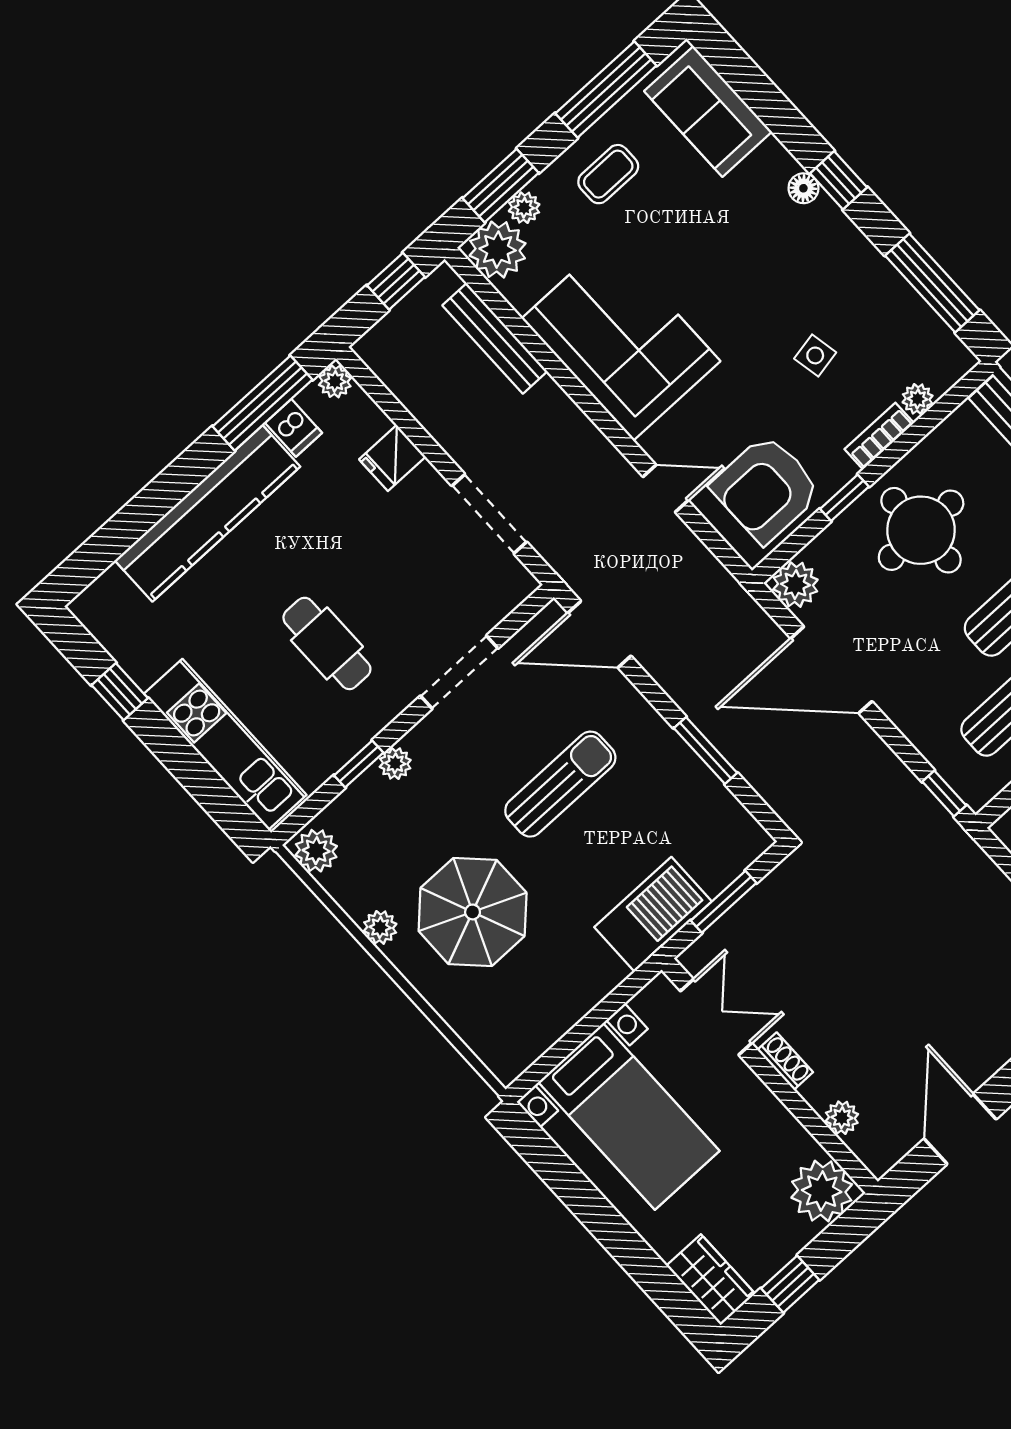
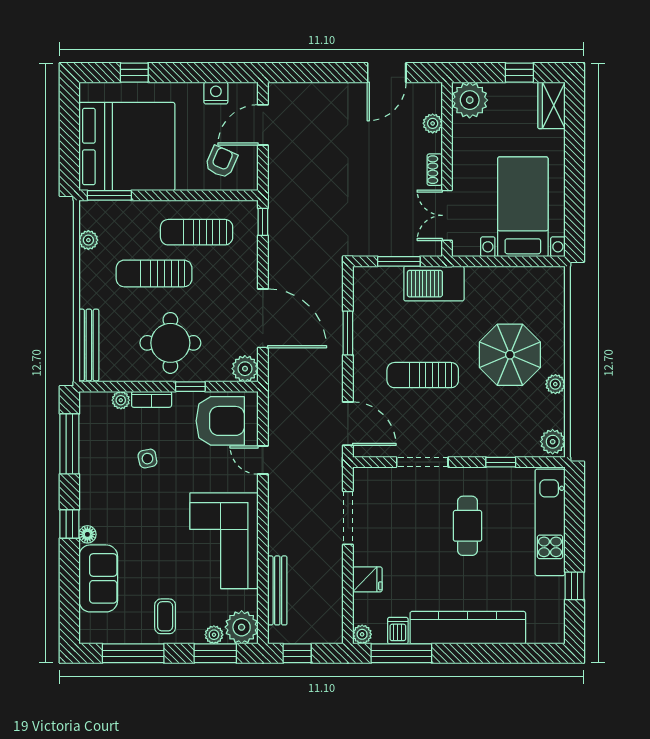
sofa: (708, 111) -> (98, 578), moved
coffee table: (608, 174) -> (165, 616), turned 90
plant: (395, 763) -> (485, 448), removed

